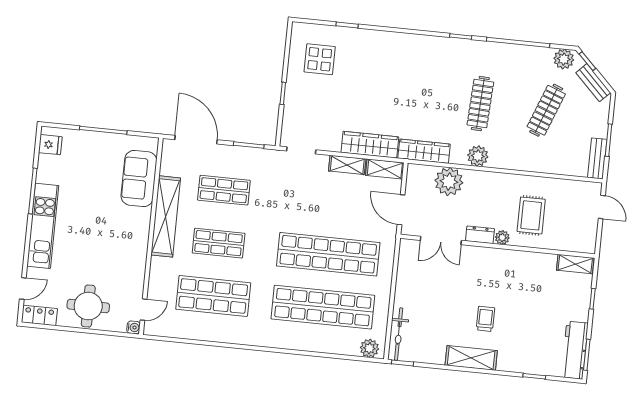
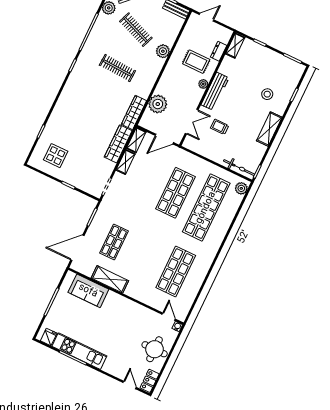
plant: (478, 156) -> (163, 51), moved
shelving: (166, 216) -> (110, 279), width x0.68
kitchen unit: (43, 226) -> (79, 351), moved
dresser: (480, 235) -> (219, 51), moved
shop shelf: (219, 243) -> (145, 257), removed
shop shelf: (328, 254) -> (175, 193), width x0.71
trolley: (485, 319) -> (220, 127), moved
stool: (521, 337) -> (267, 94), added
workbench: (575, 350) -> (215, 91), moved, turned -90

